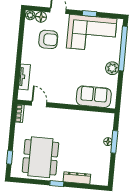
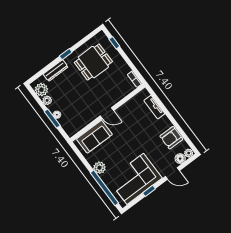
armchair: (48, 39) -> (171, 138), moved
door: (39, 104) -> (107, 113), moved
dining table: (40, 157) -> (93, 62), width x0.73
plant: (105, 160) -> (47, 100), added
plant: (102, 173) -> (41, 90), added

